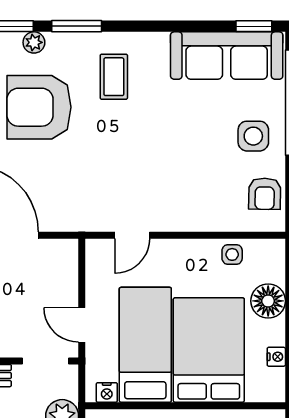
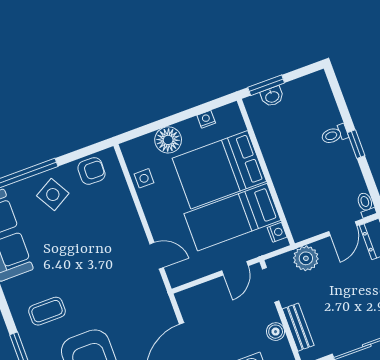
side table: (253, 136) -> (53, 195), turned -30

